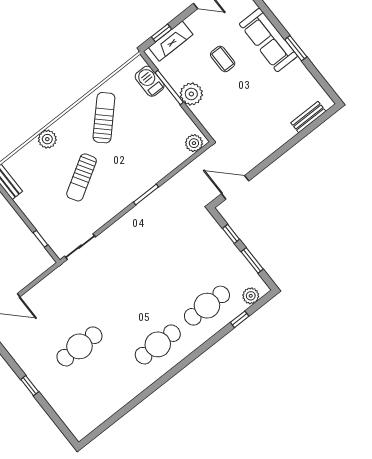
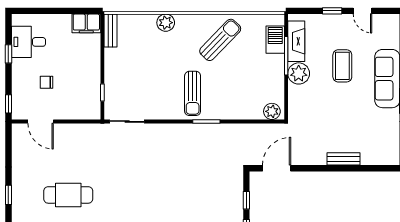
window: (161, 33) -> (332, 11), moved
fireplace: (171, 41) -> (296, 41), moved, turned -90
coffee table: (223, 59) -> (342, 66), width x1.36, depth x1.30
bench: (308, 117) -> (343, 159), moved
sun lounger: (82, 177) -> (193, 93), moved, turned -59
door: (235, 187) -> (277, 168), hinge flipped

